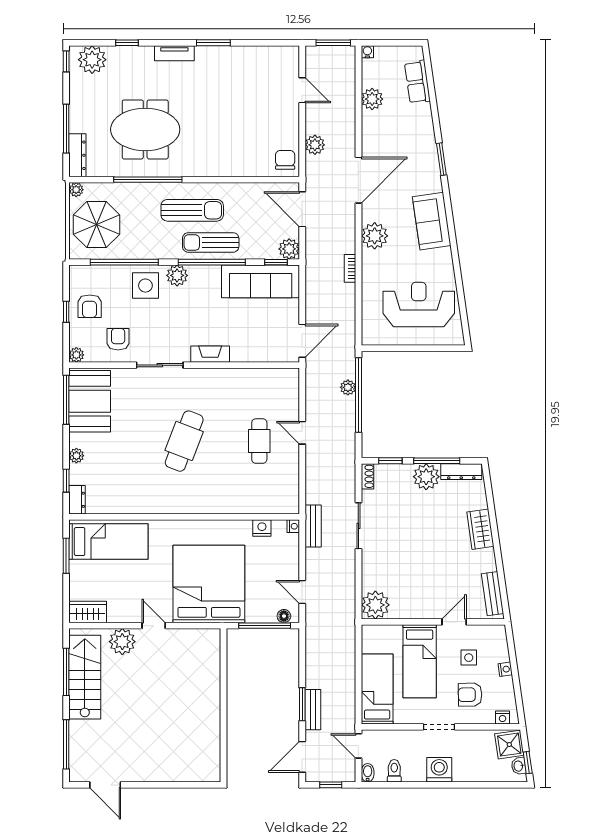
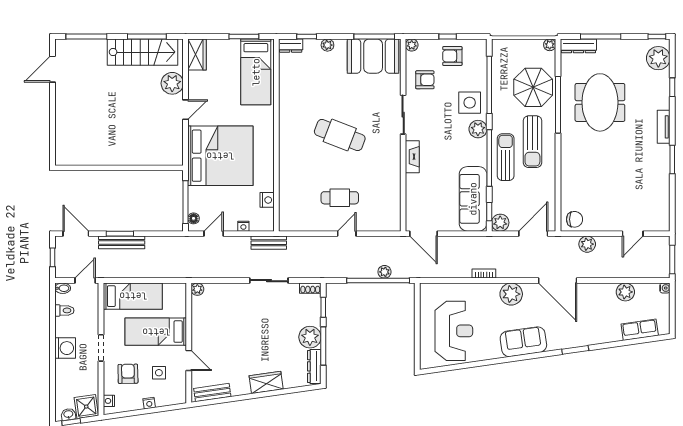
parasol: (97, 225) -> (533, 87), moved
nightstand: (293, 526) -> (243, 226), moved
plant: (375, 605) -> (197, 289), width x0.53, depth x0.53
bench: (313, 710) -> (122, 242), width x1.36

